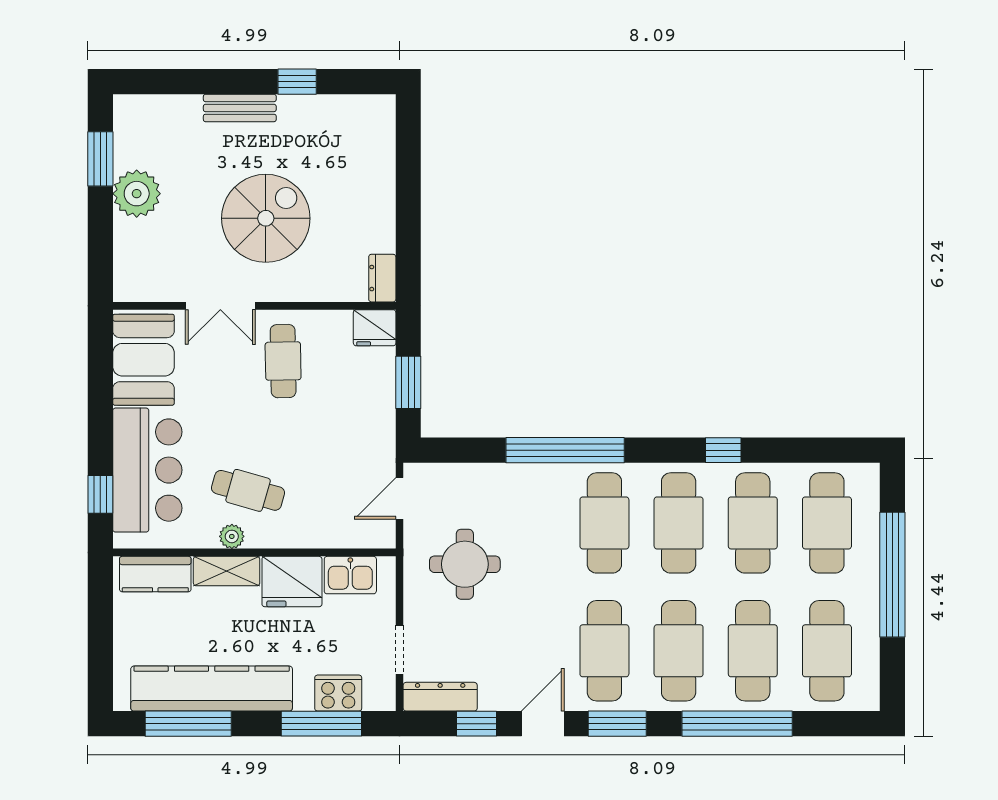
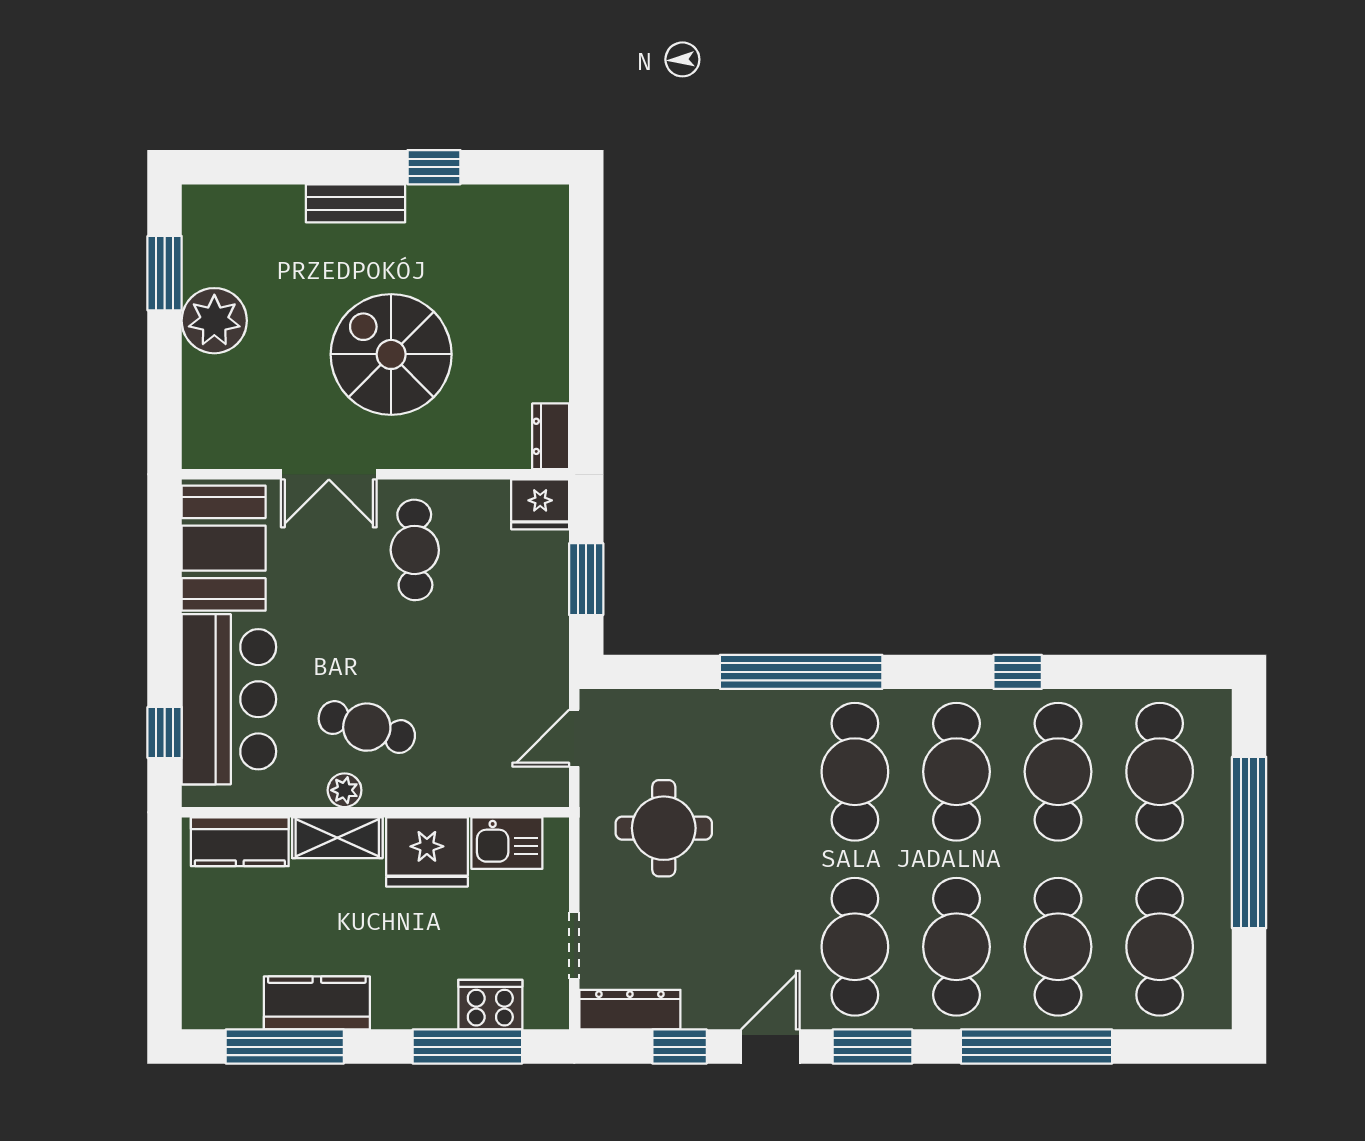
spiral stairs: (266, 218) -> (391, 354), turned -90
kitchen counter: (212, 689) -> (317, 1003), width x0.48, depth x0.86

